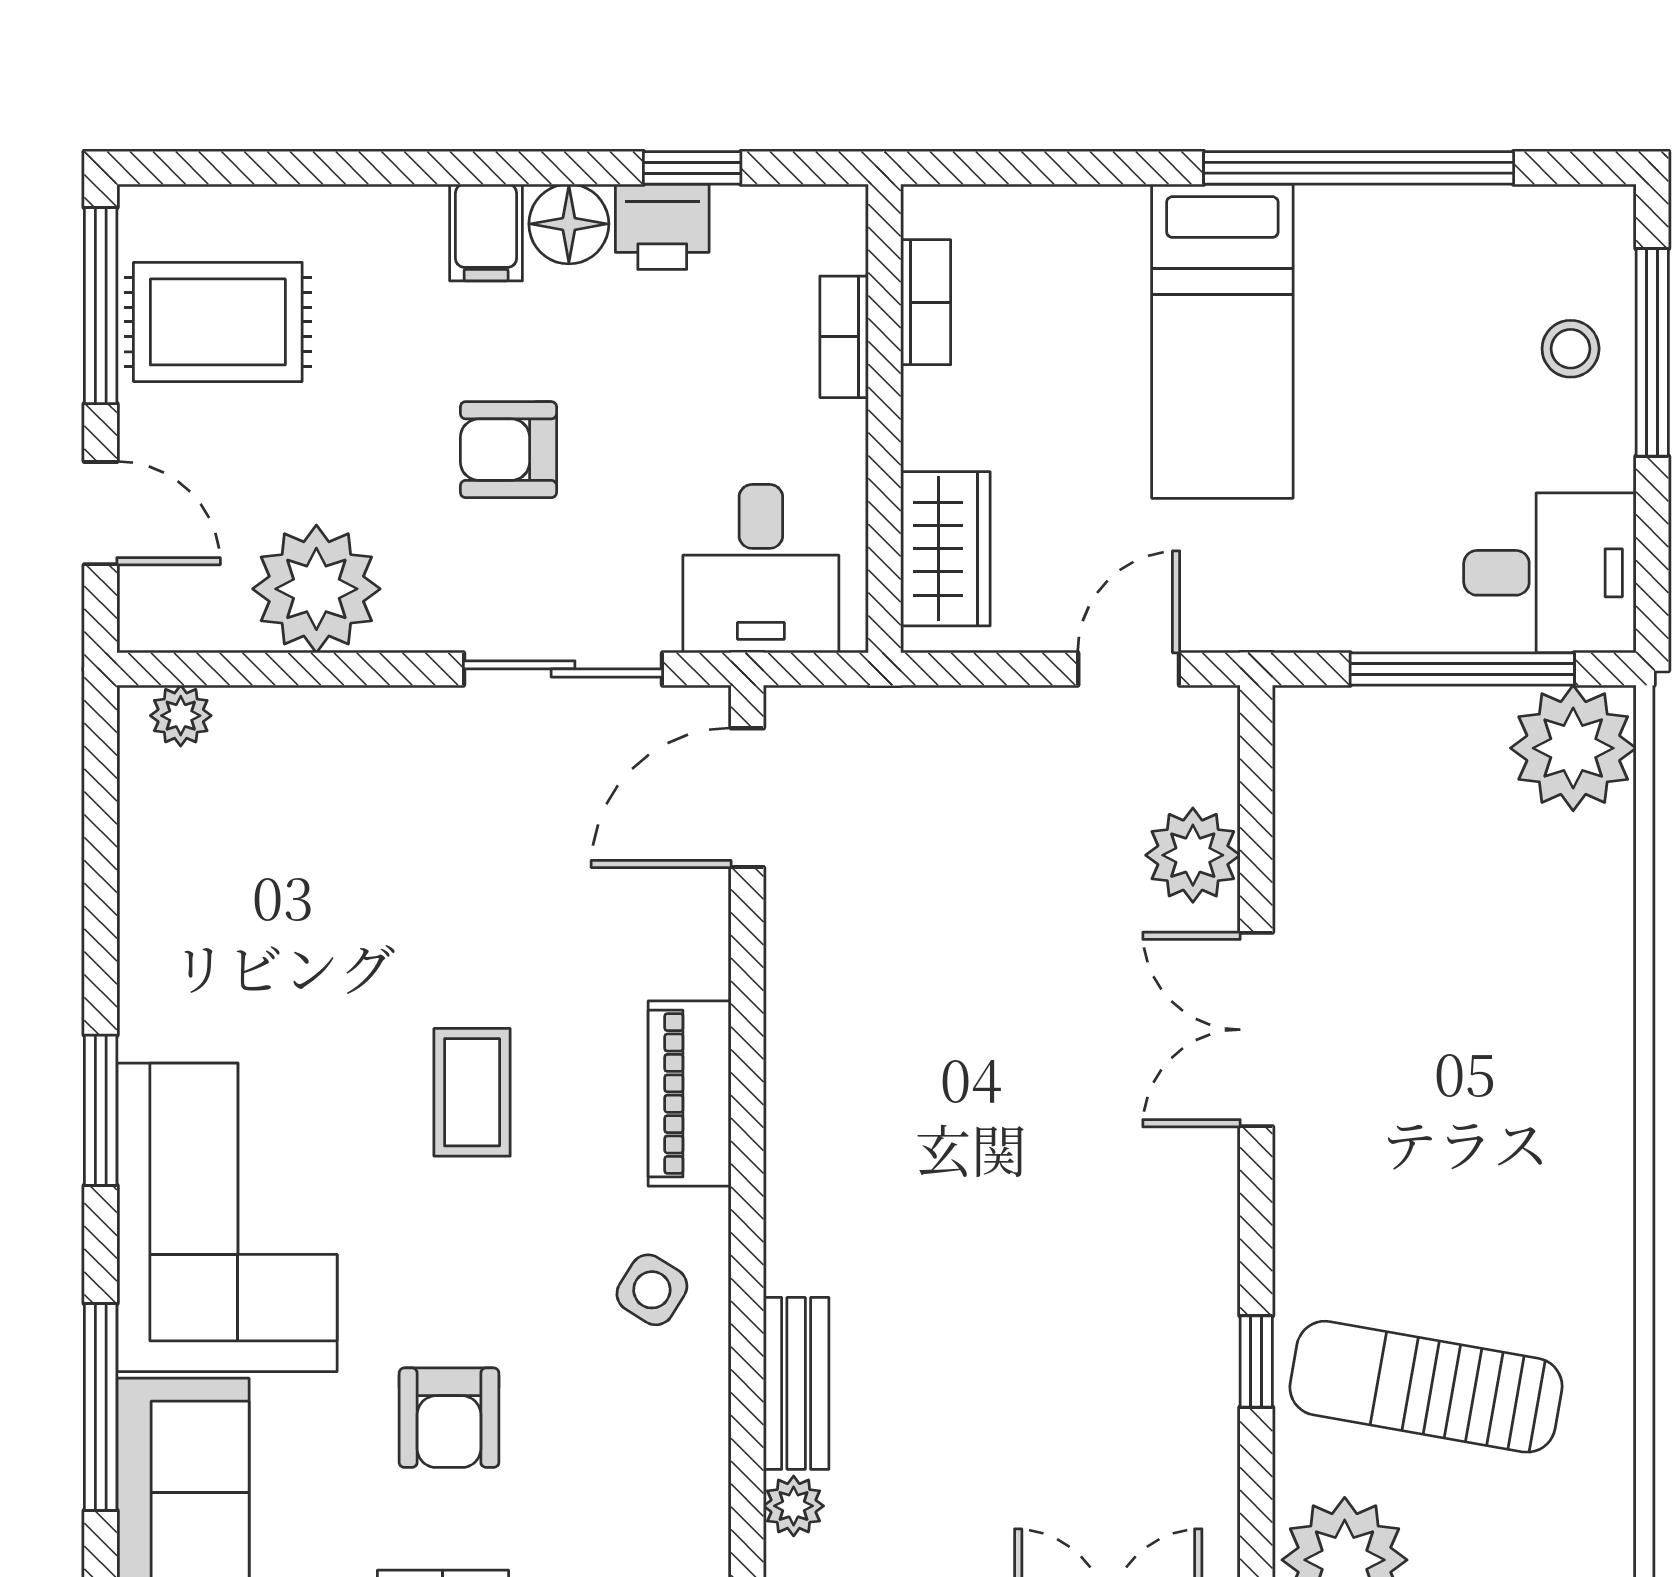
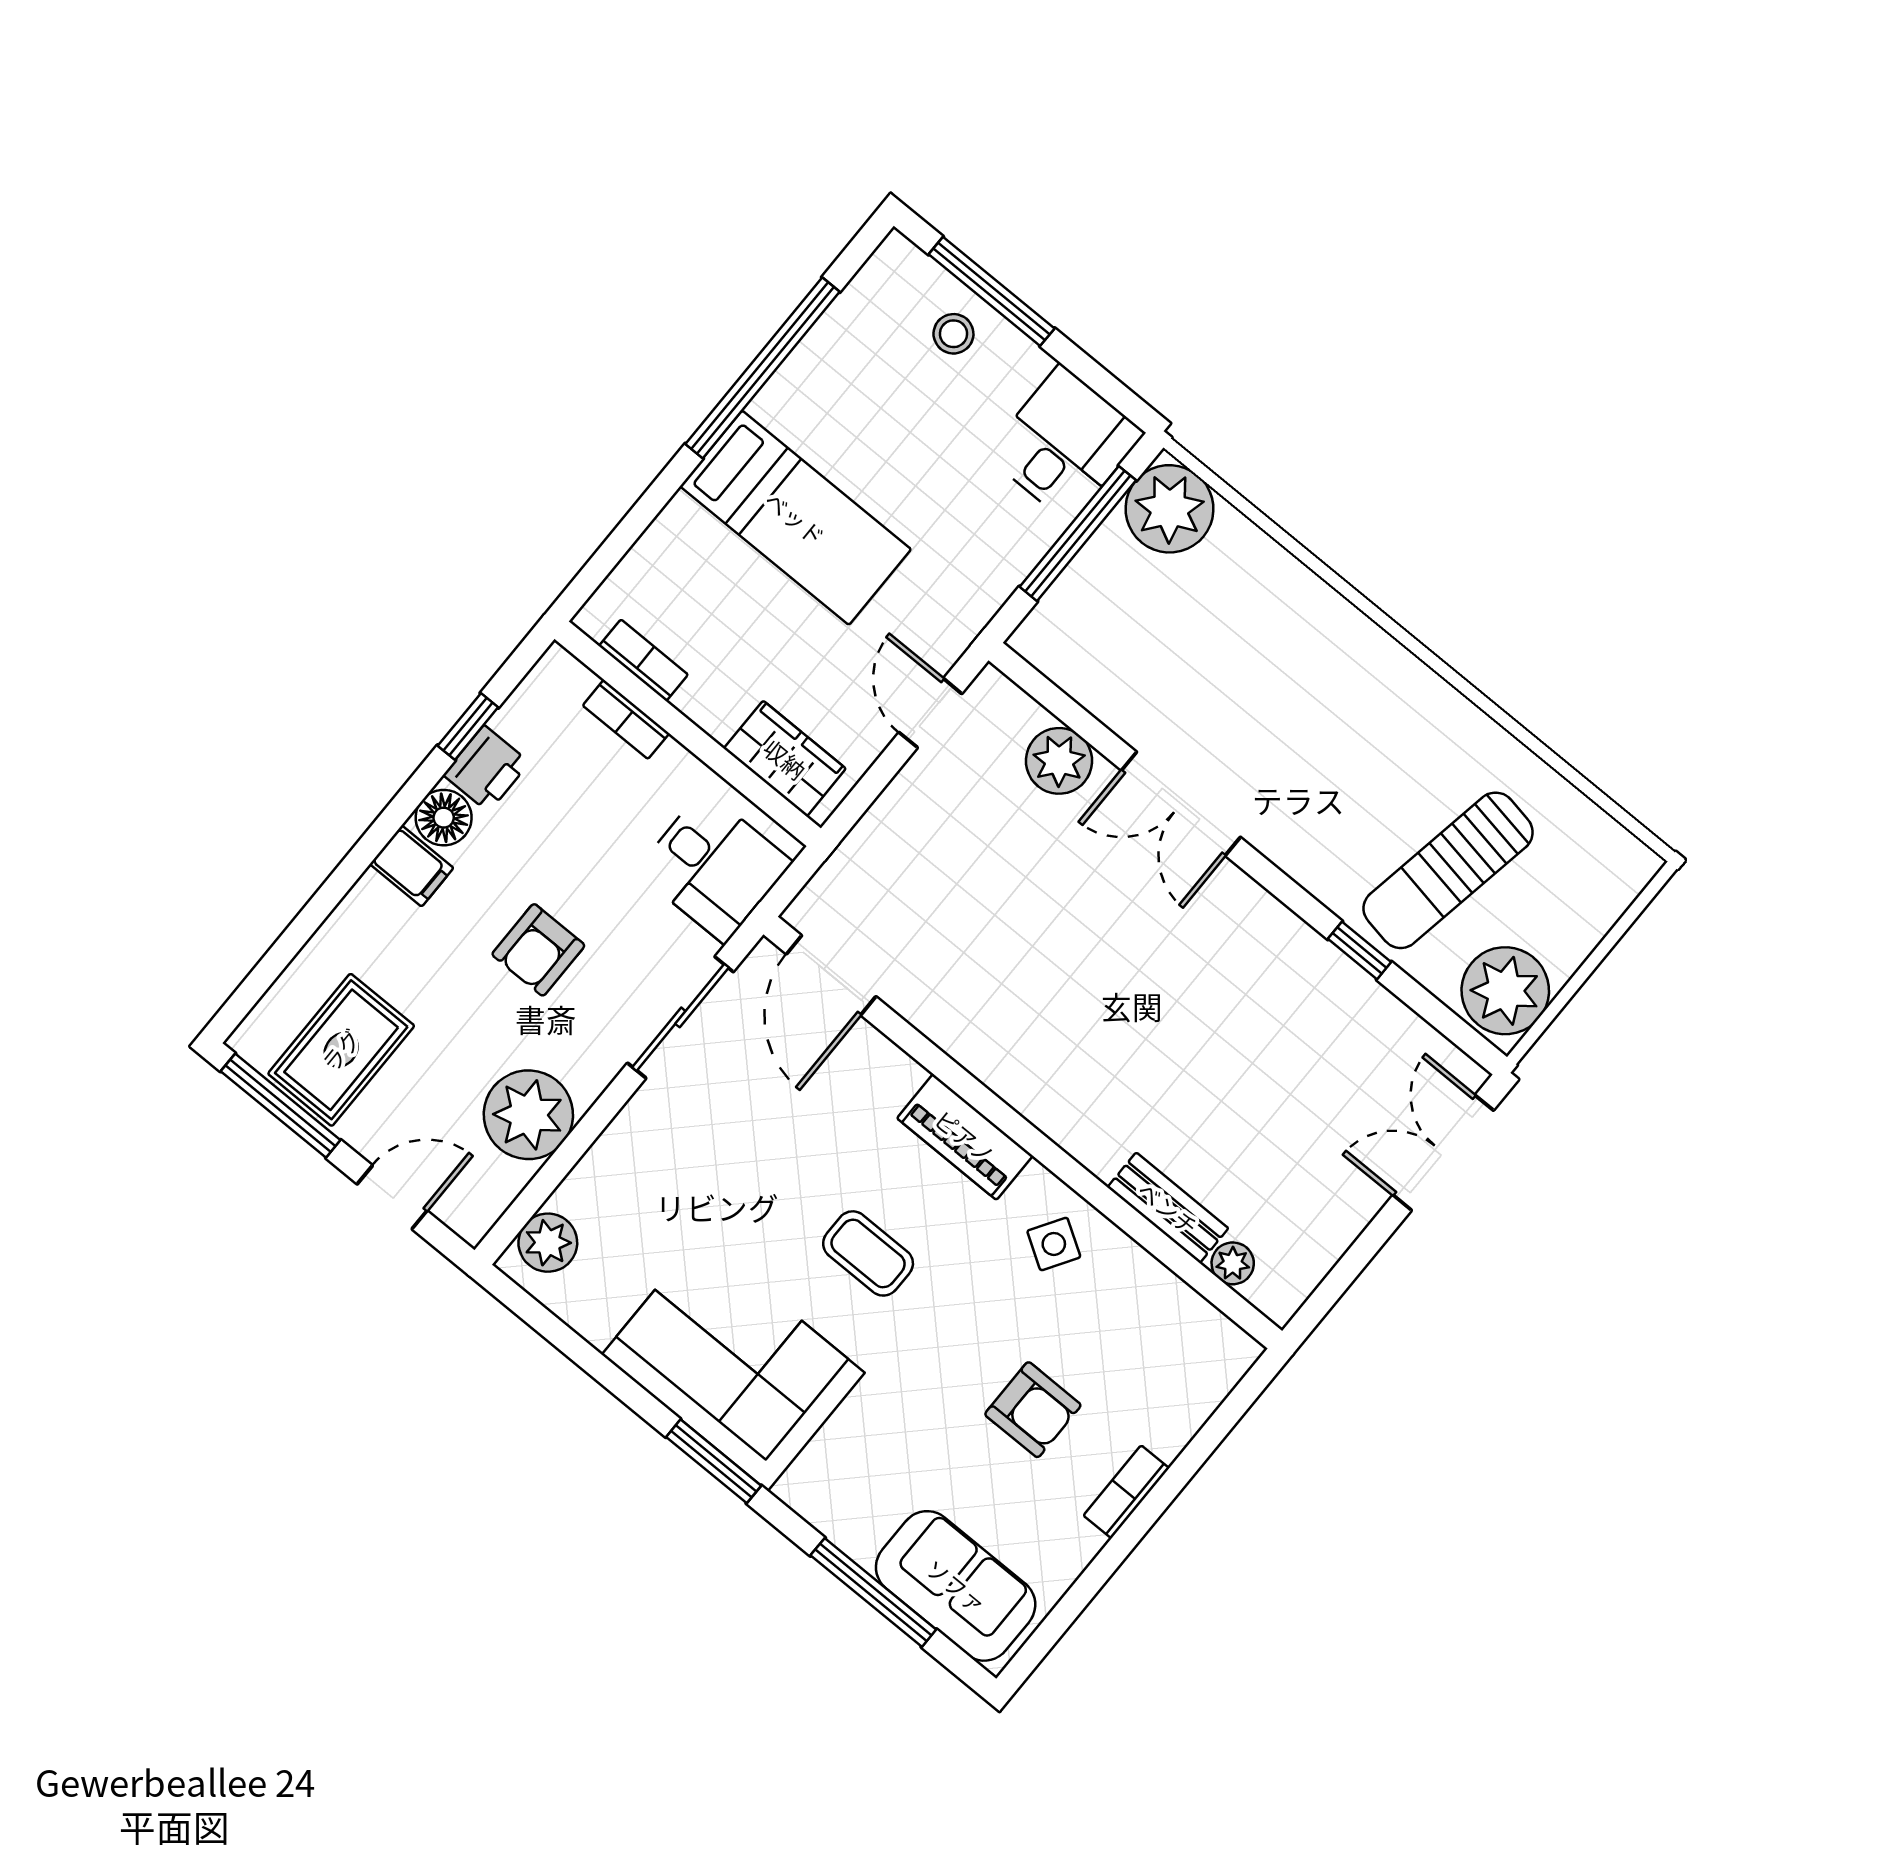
plant: (181, 716) -> (548, 1243), width x1.38, depth x1.38
corner sofa: (227, 1217) -> (733, 1364), moved

